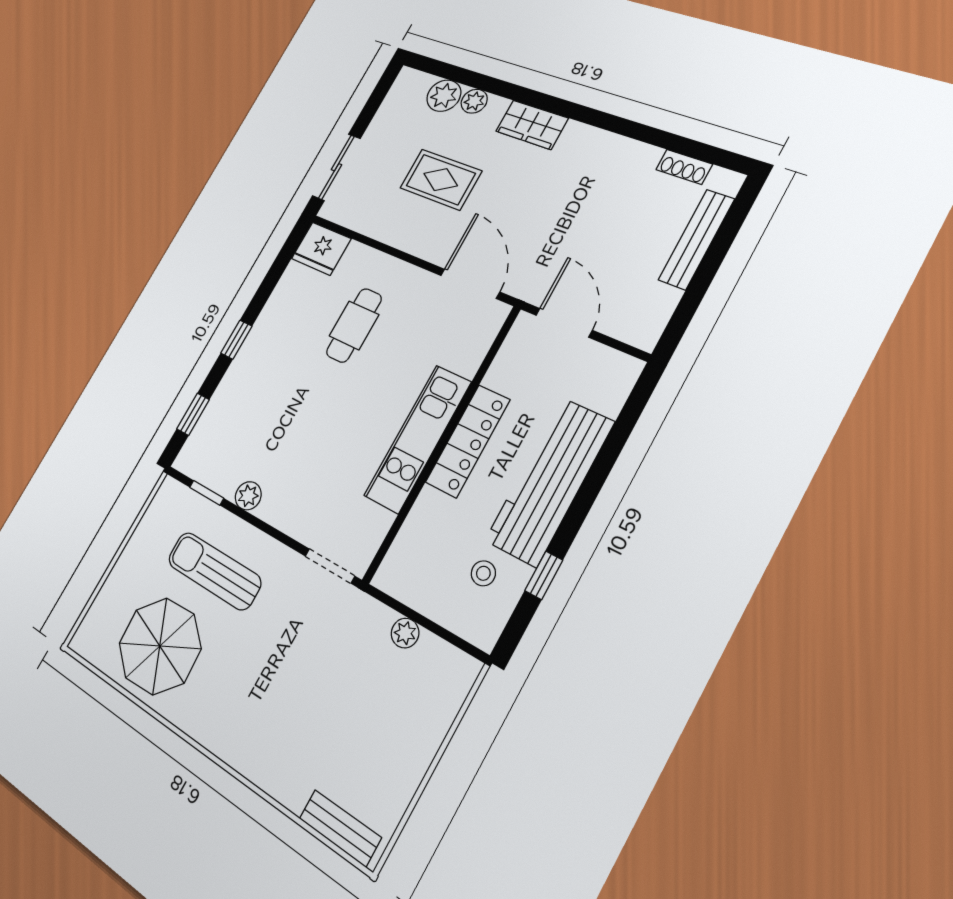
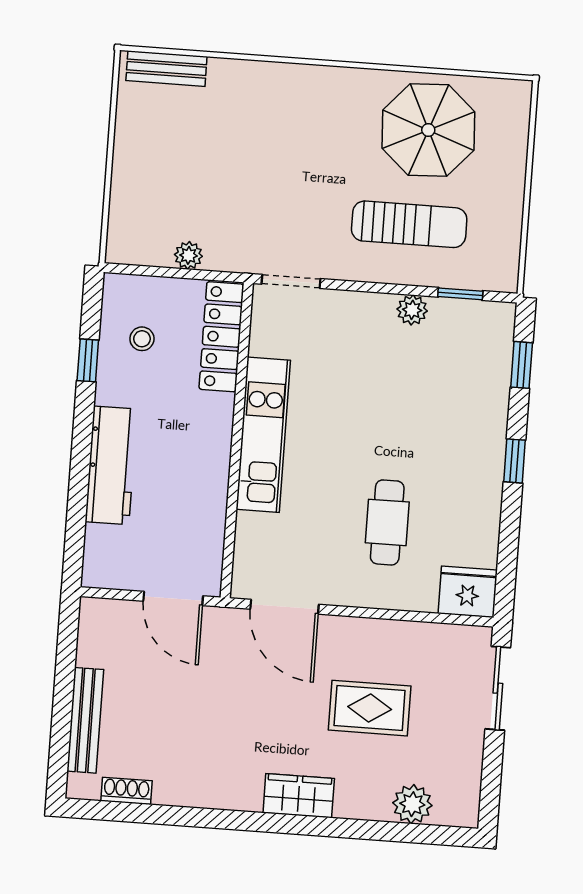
plant: (474, 101) -> (375, 806), removed
locker: (468, 441) -> (221, 337), moved
workbench: (550, 481) -> (111, 465), width x0.73, depth x0.76

